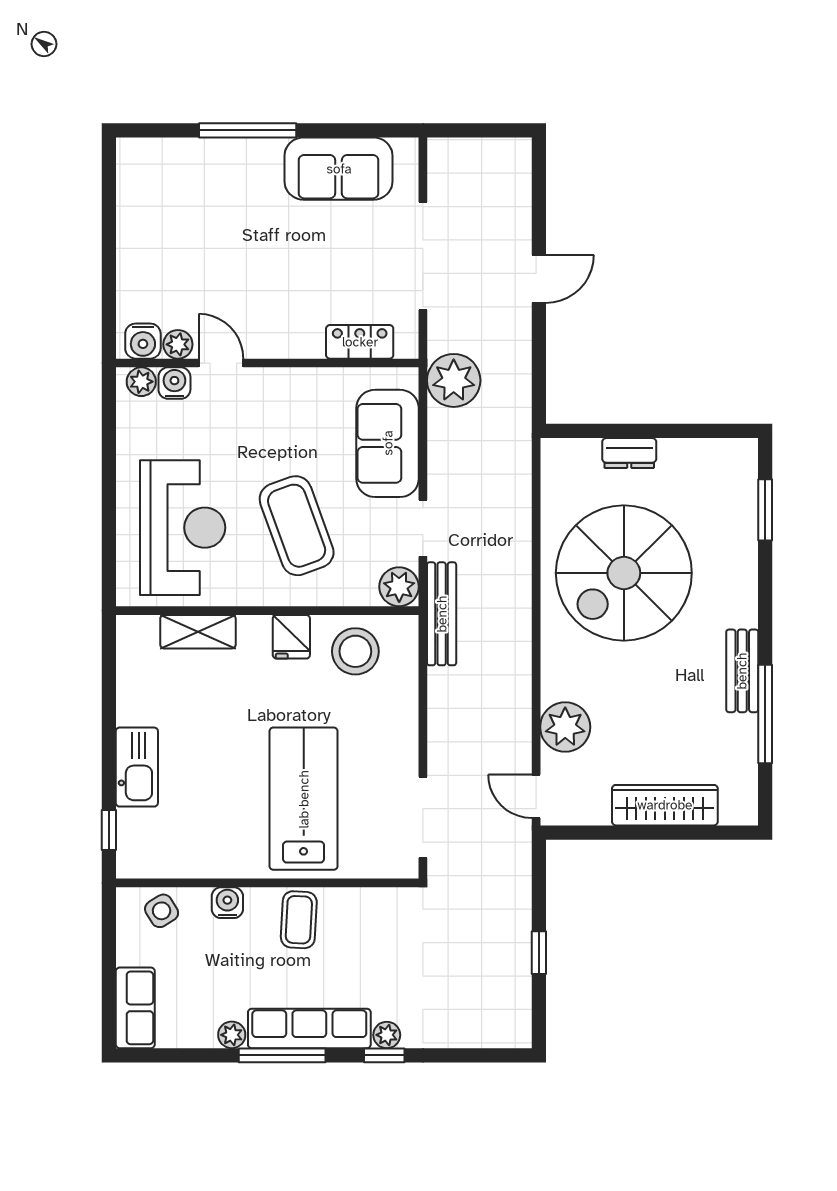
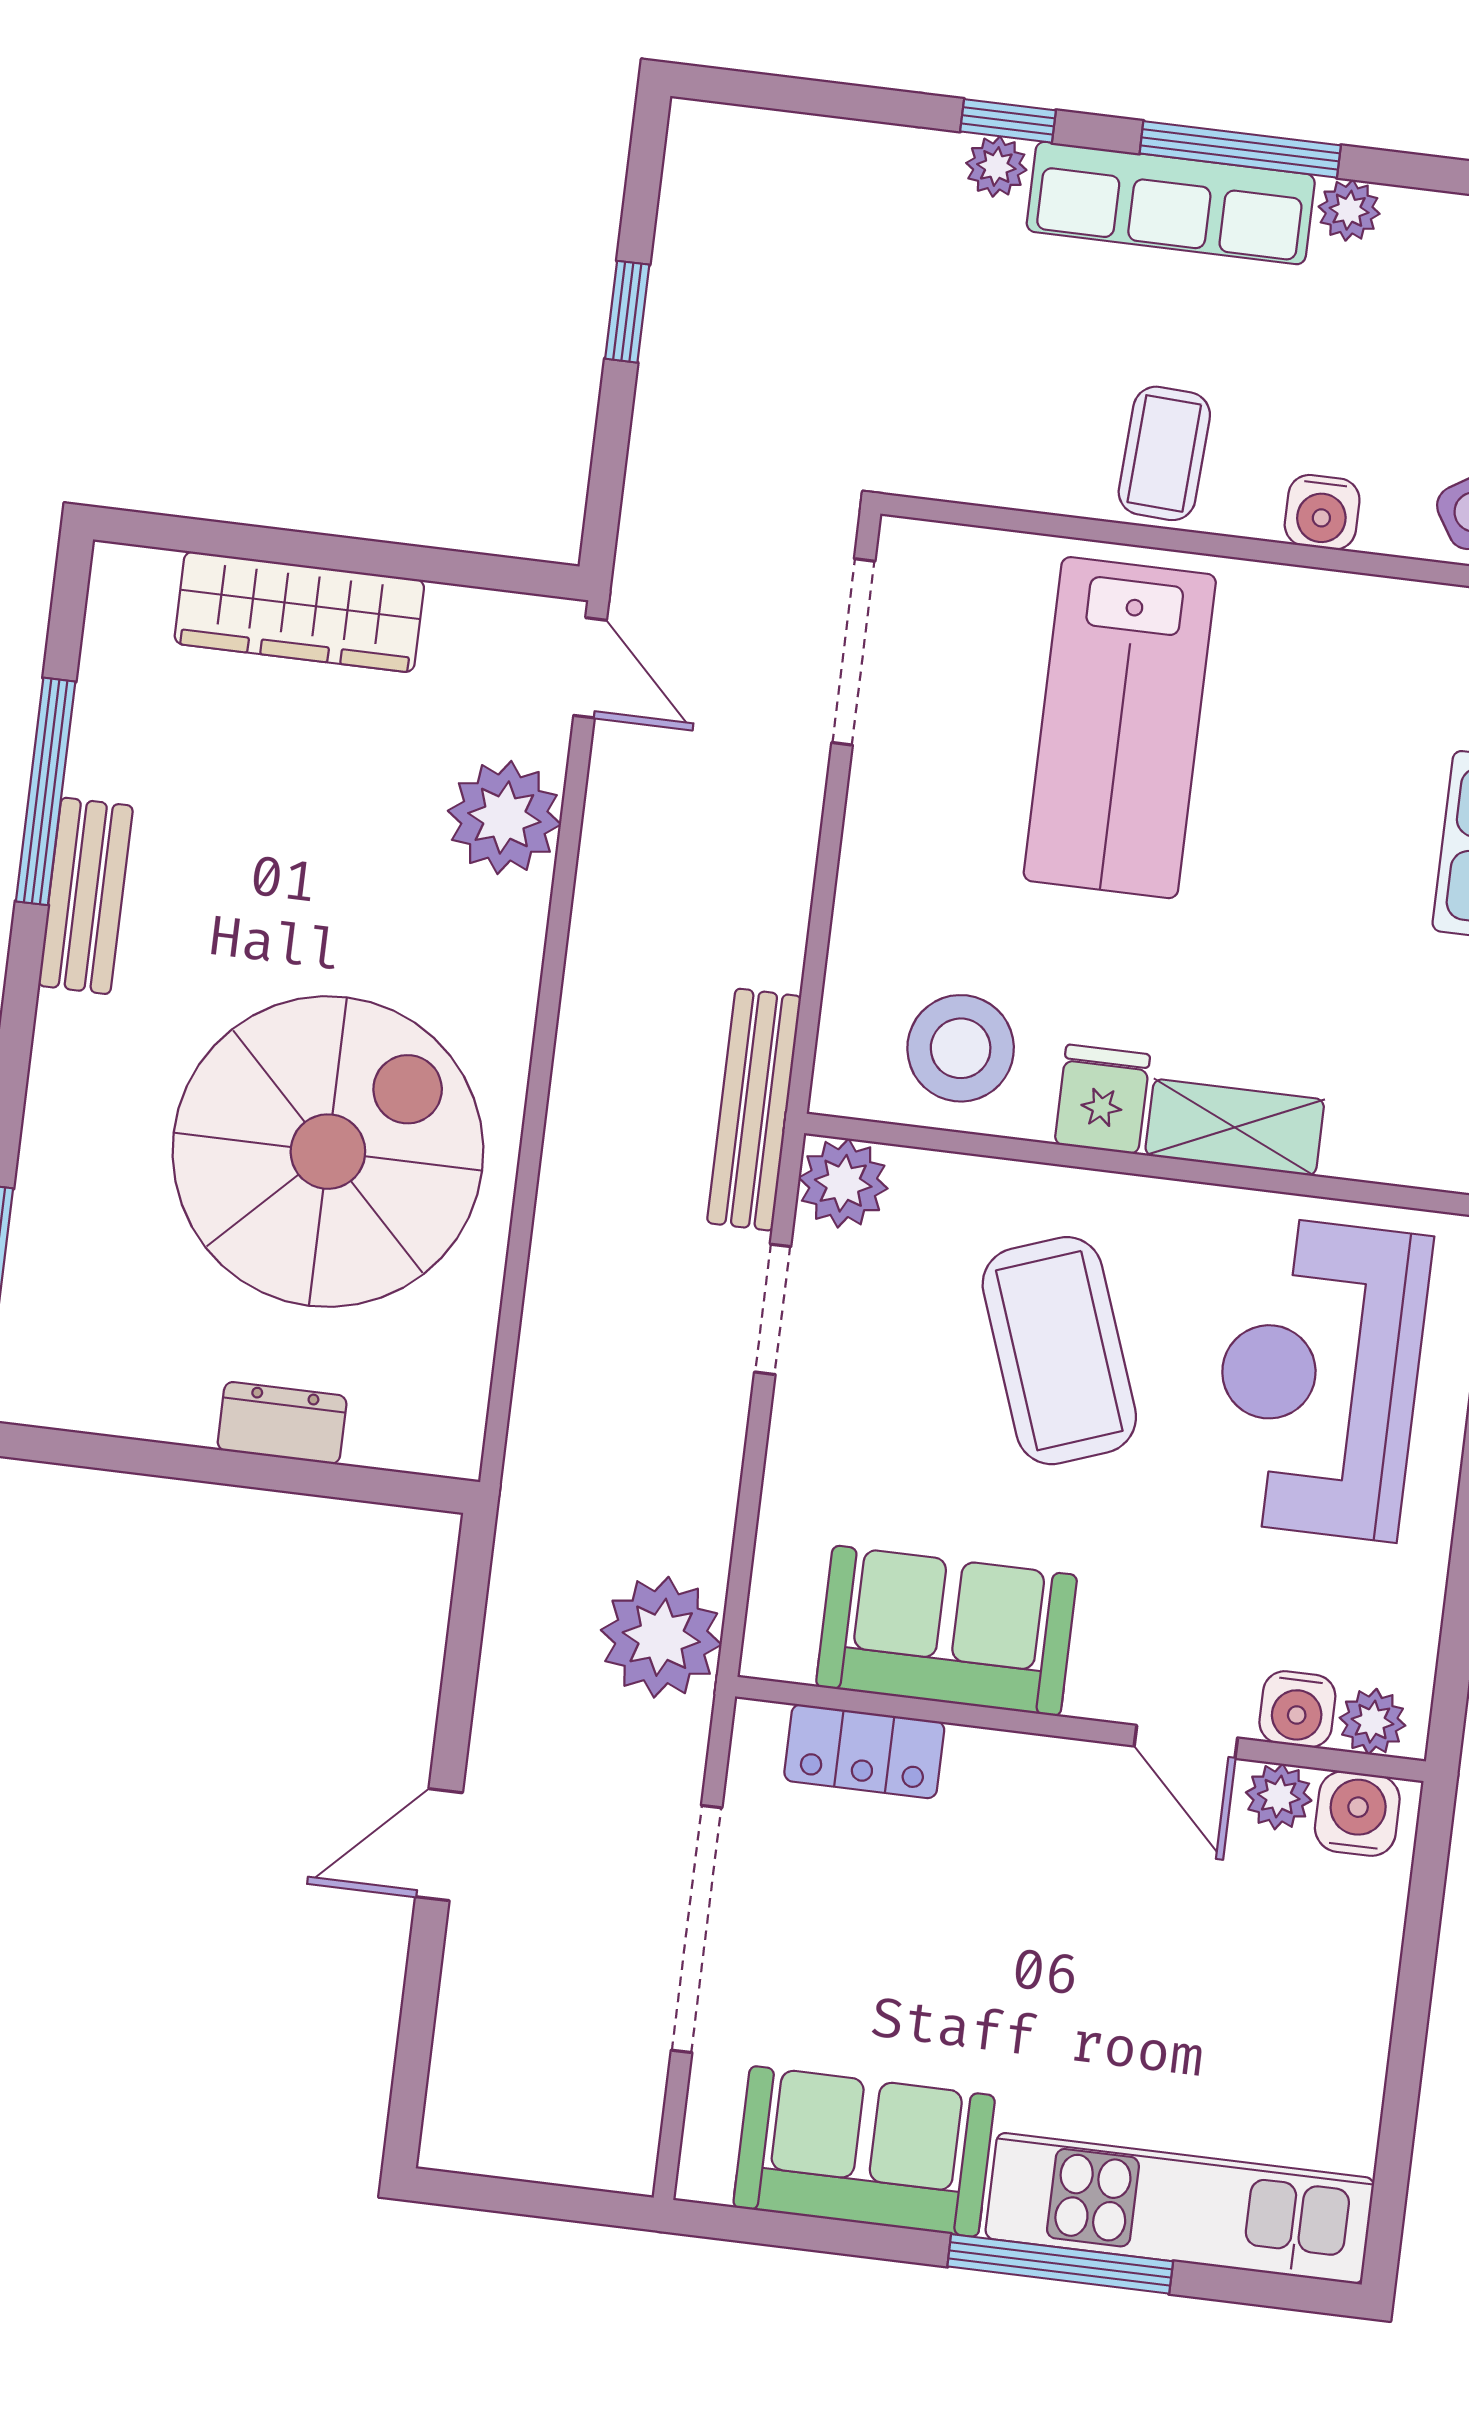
kitchen unit: (199, 161) -> (1180, 2208), added
sofa: (388, 443) -> (947, 1631), moved, turned -90
shelving: (198, 632) -> (1235, 1127), moved

